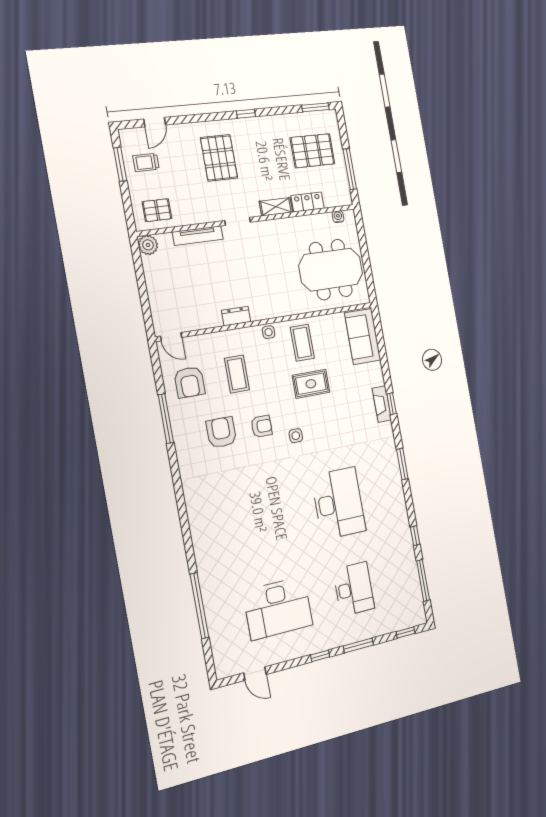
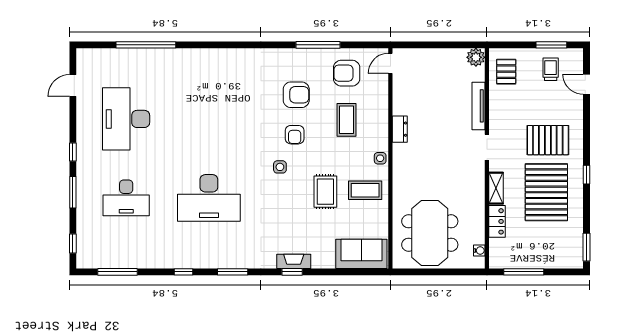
pallet: (312, 151) -> (546, 192), moved, width x1.37, depth x1.41
coffee table: (237, 374) -> (347, 120), turned 90
window: (415, 536) -> (184, 272), moved

